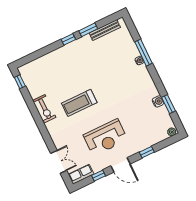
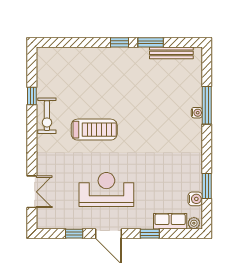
window: (20, 82) -> (32, 96), moved
water cooler: (158, 101) -> (195, 199), moved
treadmill: (79, 103) -> (94, 130), turned 180
reception desk: (105, 137) -> (106, 189), turned 180
row of seats: (81, 174) -> (170, 221), moved

